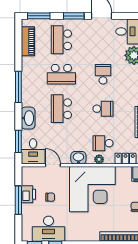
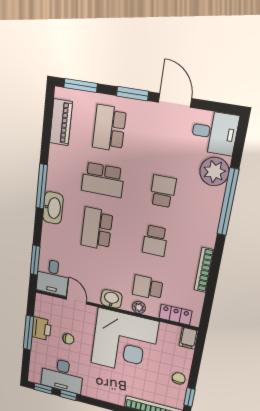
school desk: (103, 109) -> (155, 241), turned 90
washbasin: (28, 118) -> (53, 208), moved

